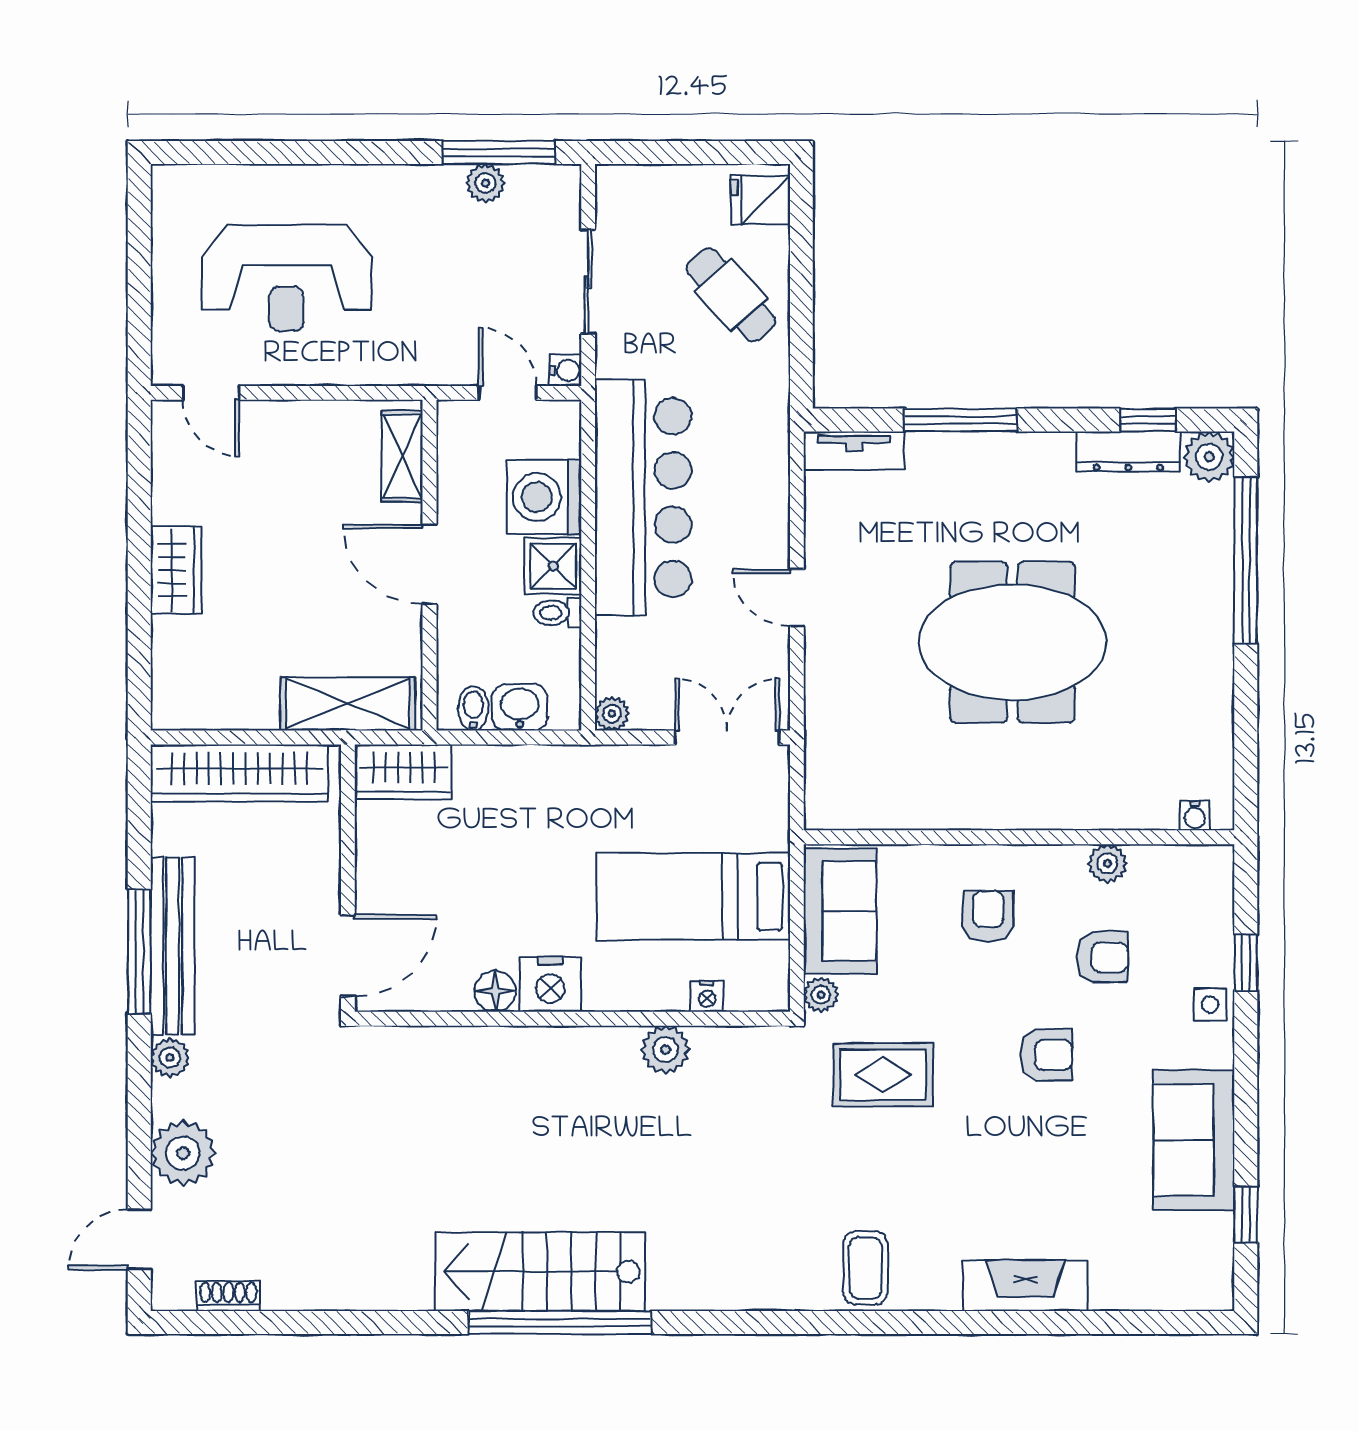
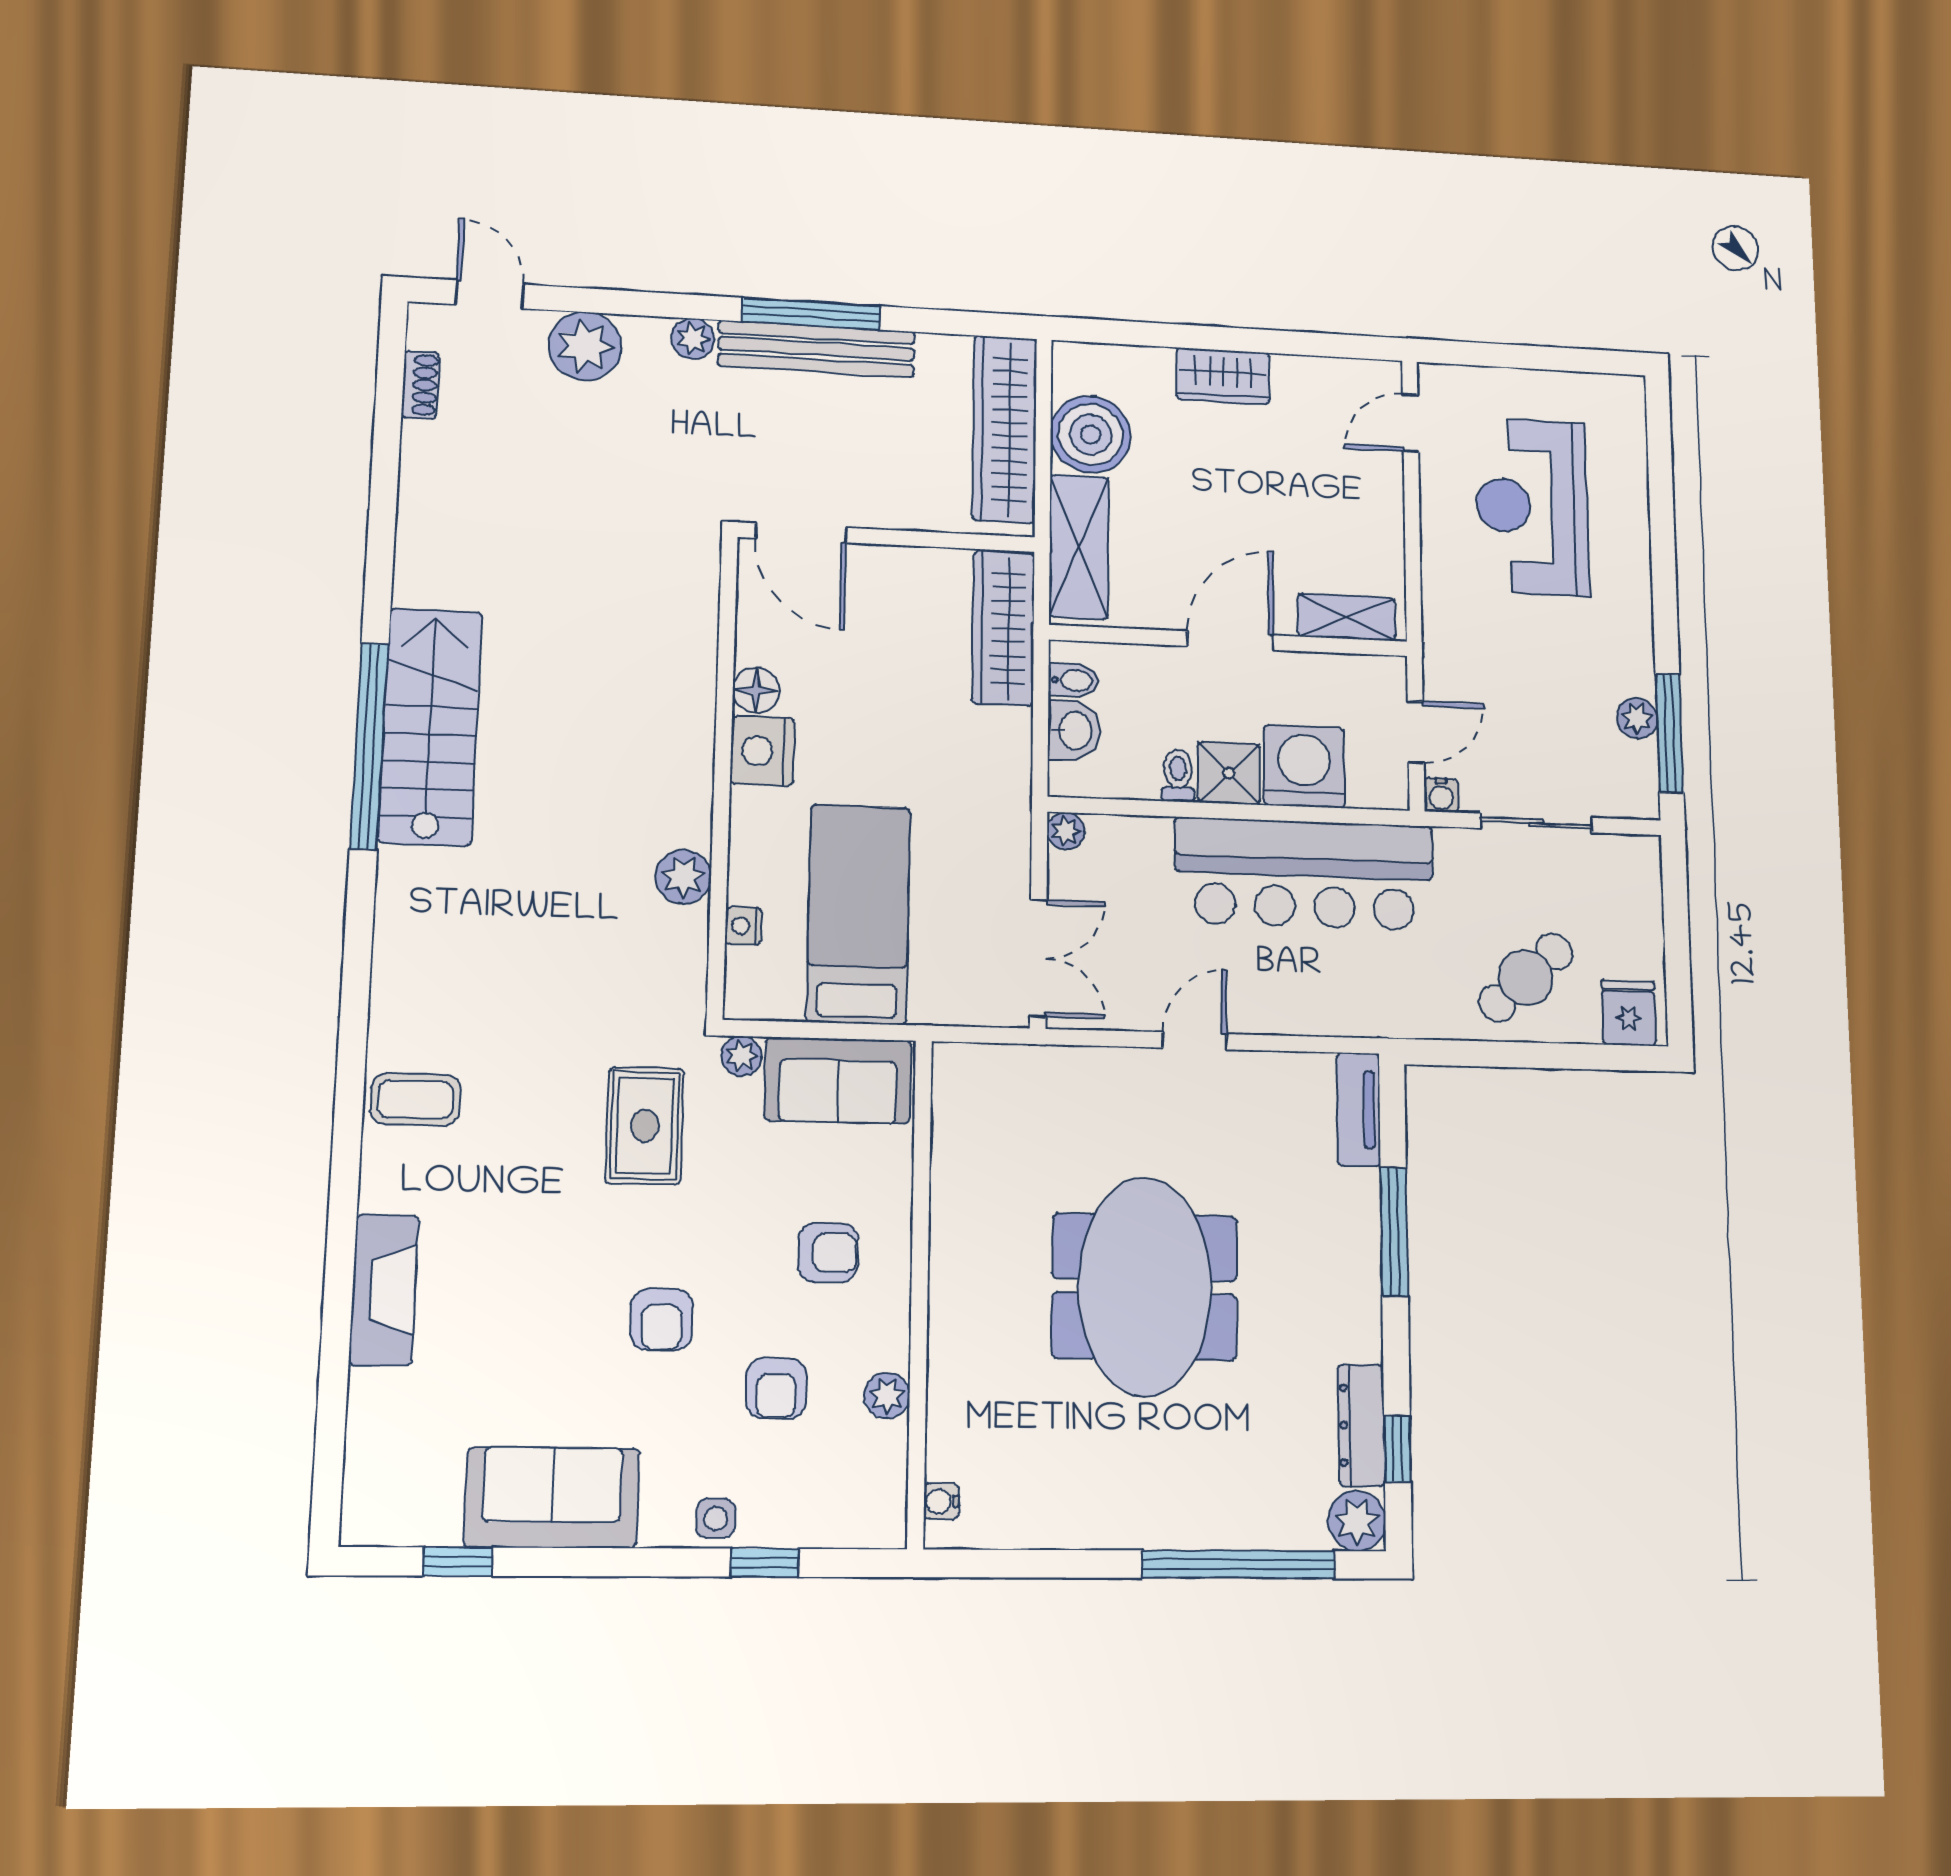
boiler: (240, 694) -> (1091, 434), added
wardrobe: (404, 772) -> (1003, 628), width x1.50

